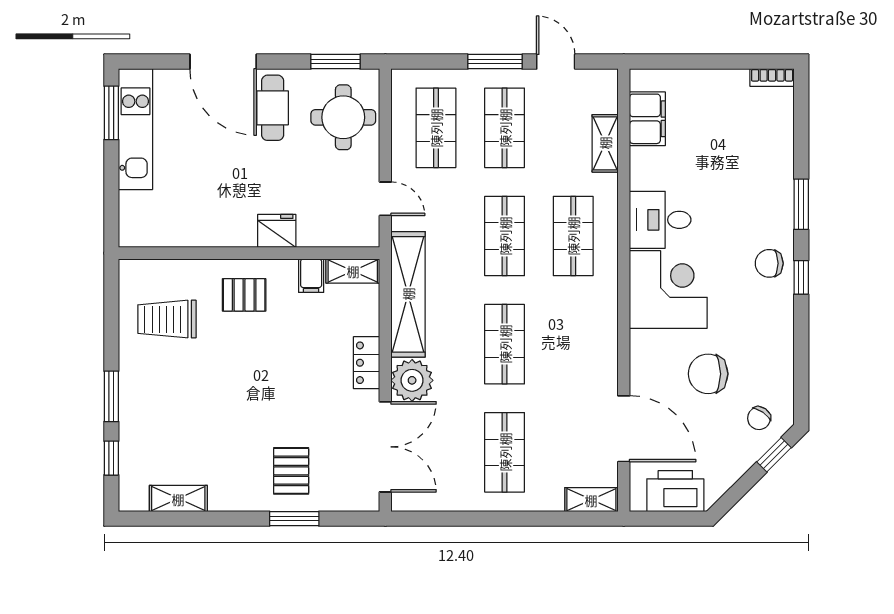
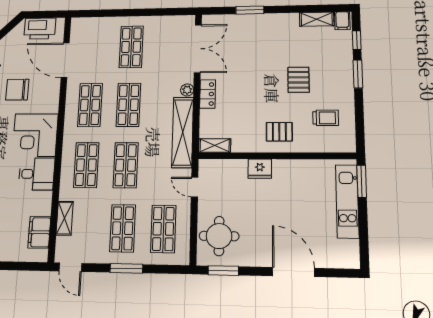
door: (556, 62) -> (70, 267), moved
cafe table: (273, 108) -> (262, 243), removed
window: (111, 113) -> (362, 181), moved
kitchen unit: (135, 129) -> (347, 201), moved
filing cabinet: (311, 276) -> (342, 21), moved, turned 180
trolley: (167, 319) -> (326, 118), width x0.73, depth x0.72
shop shelf: (573, 344) -> (90, 105), added
chair: (708, 374) -> (17, 90), turned 180
plant: (412, 380) -> (187, 90), width x0.53, depth x0.53
double door: (385, 447) -> (198, 49), swing flipped
pallet: (291, 471) -> (298, 80), moved
shelving: (591, 500) -> (85, 23), removed

